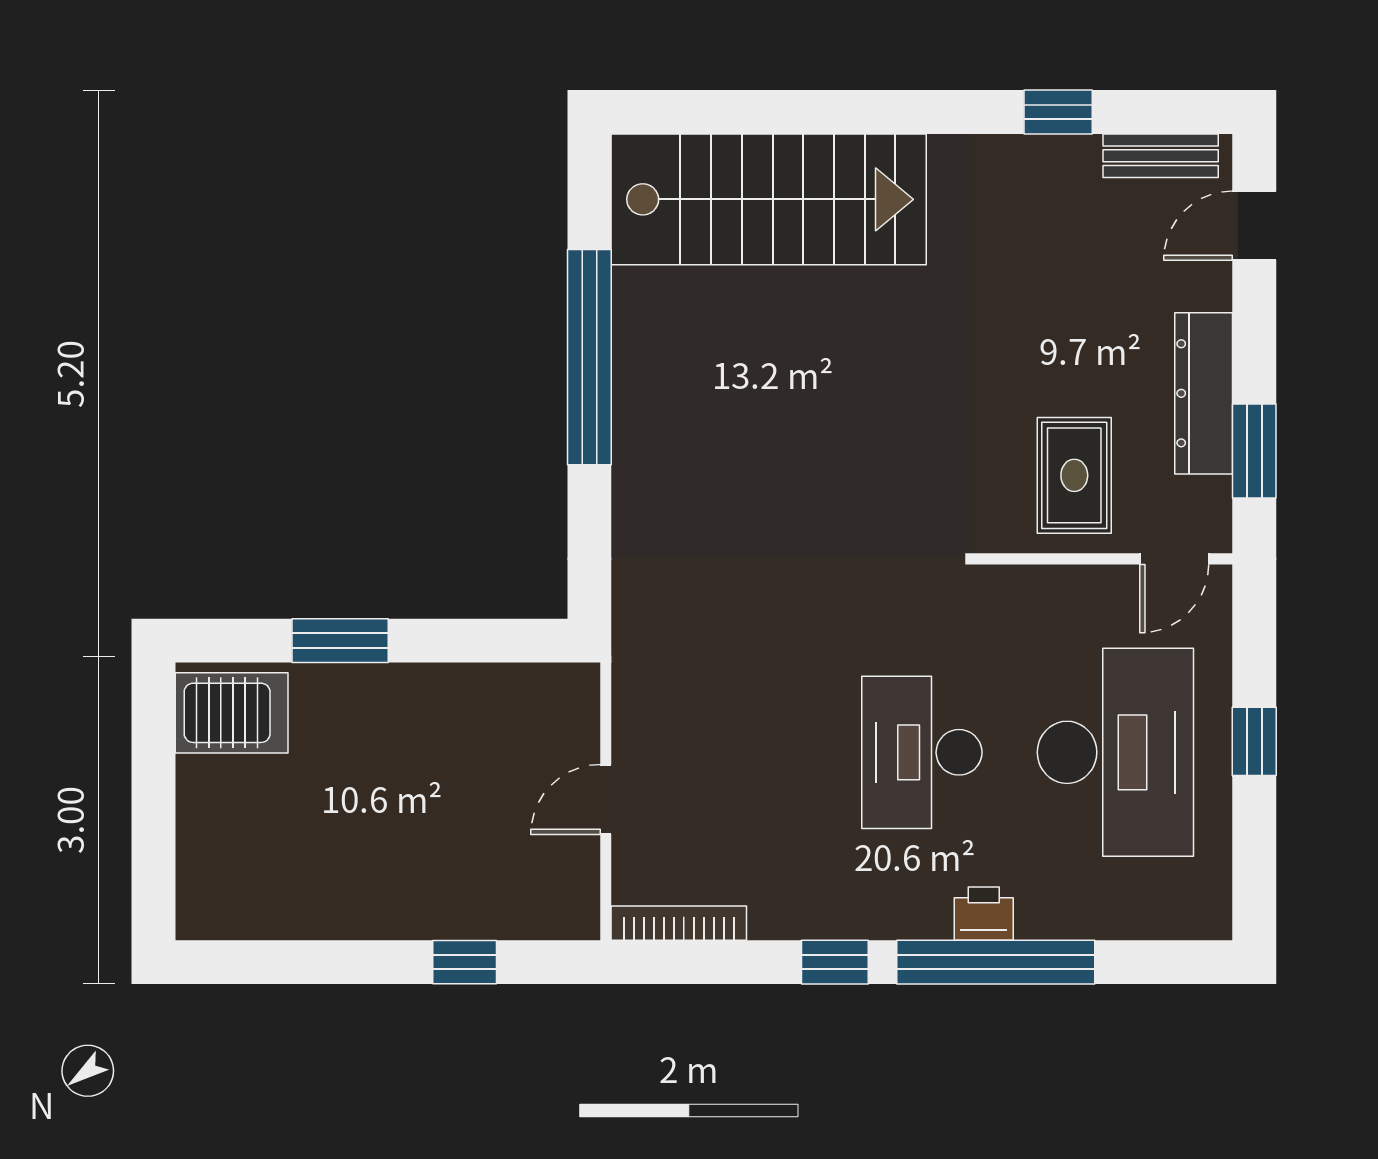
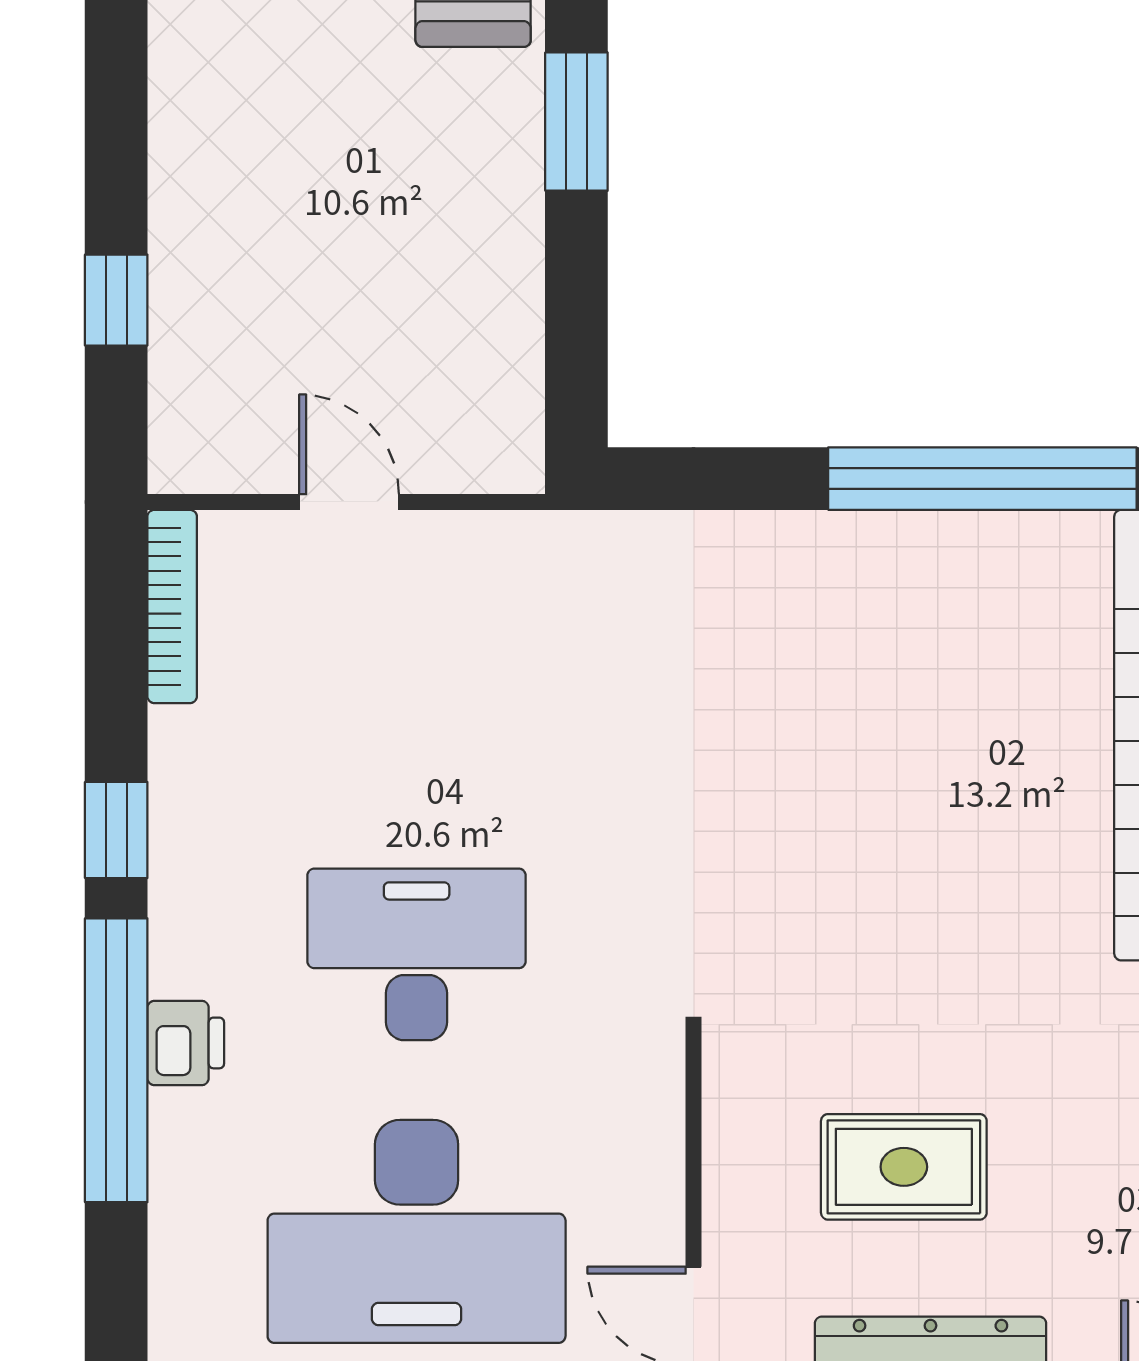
rug: (1074, 475) -> (904, 1167), moved

